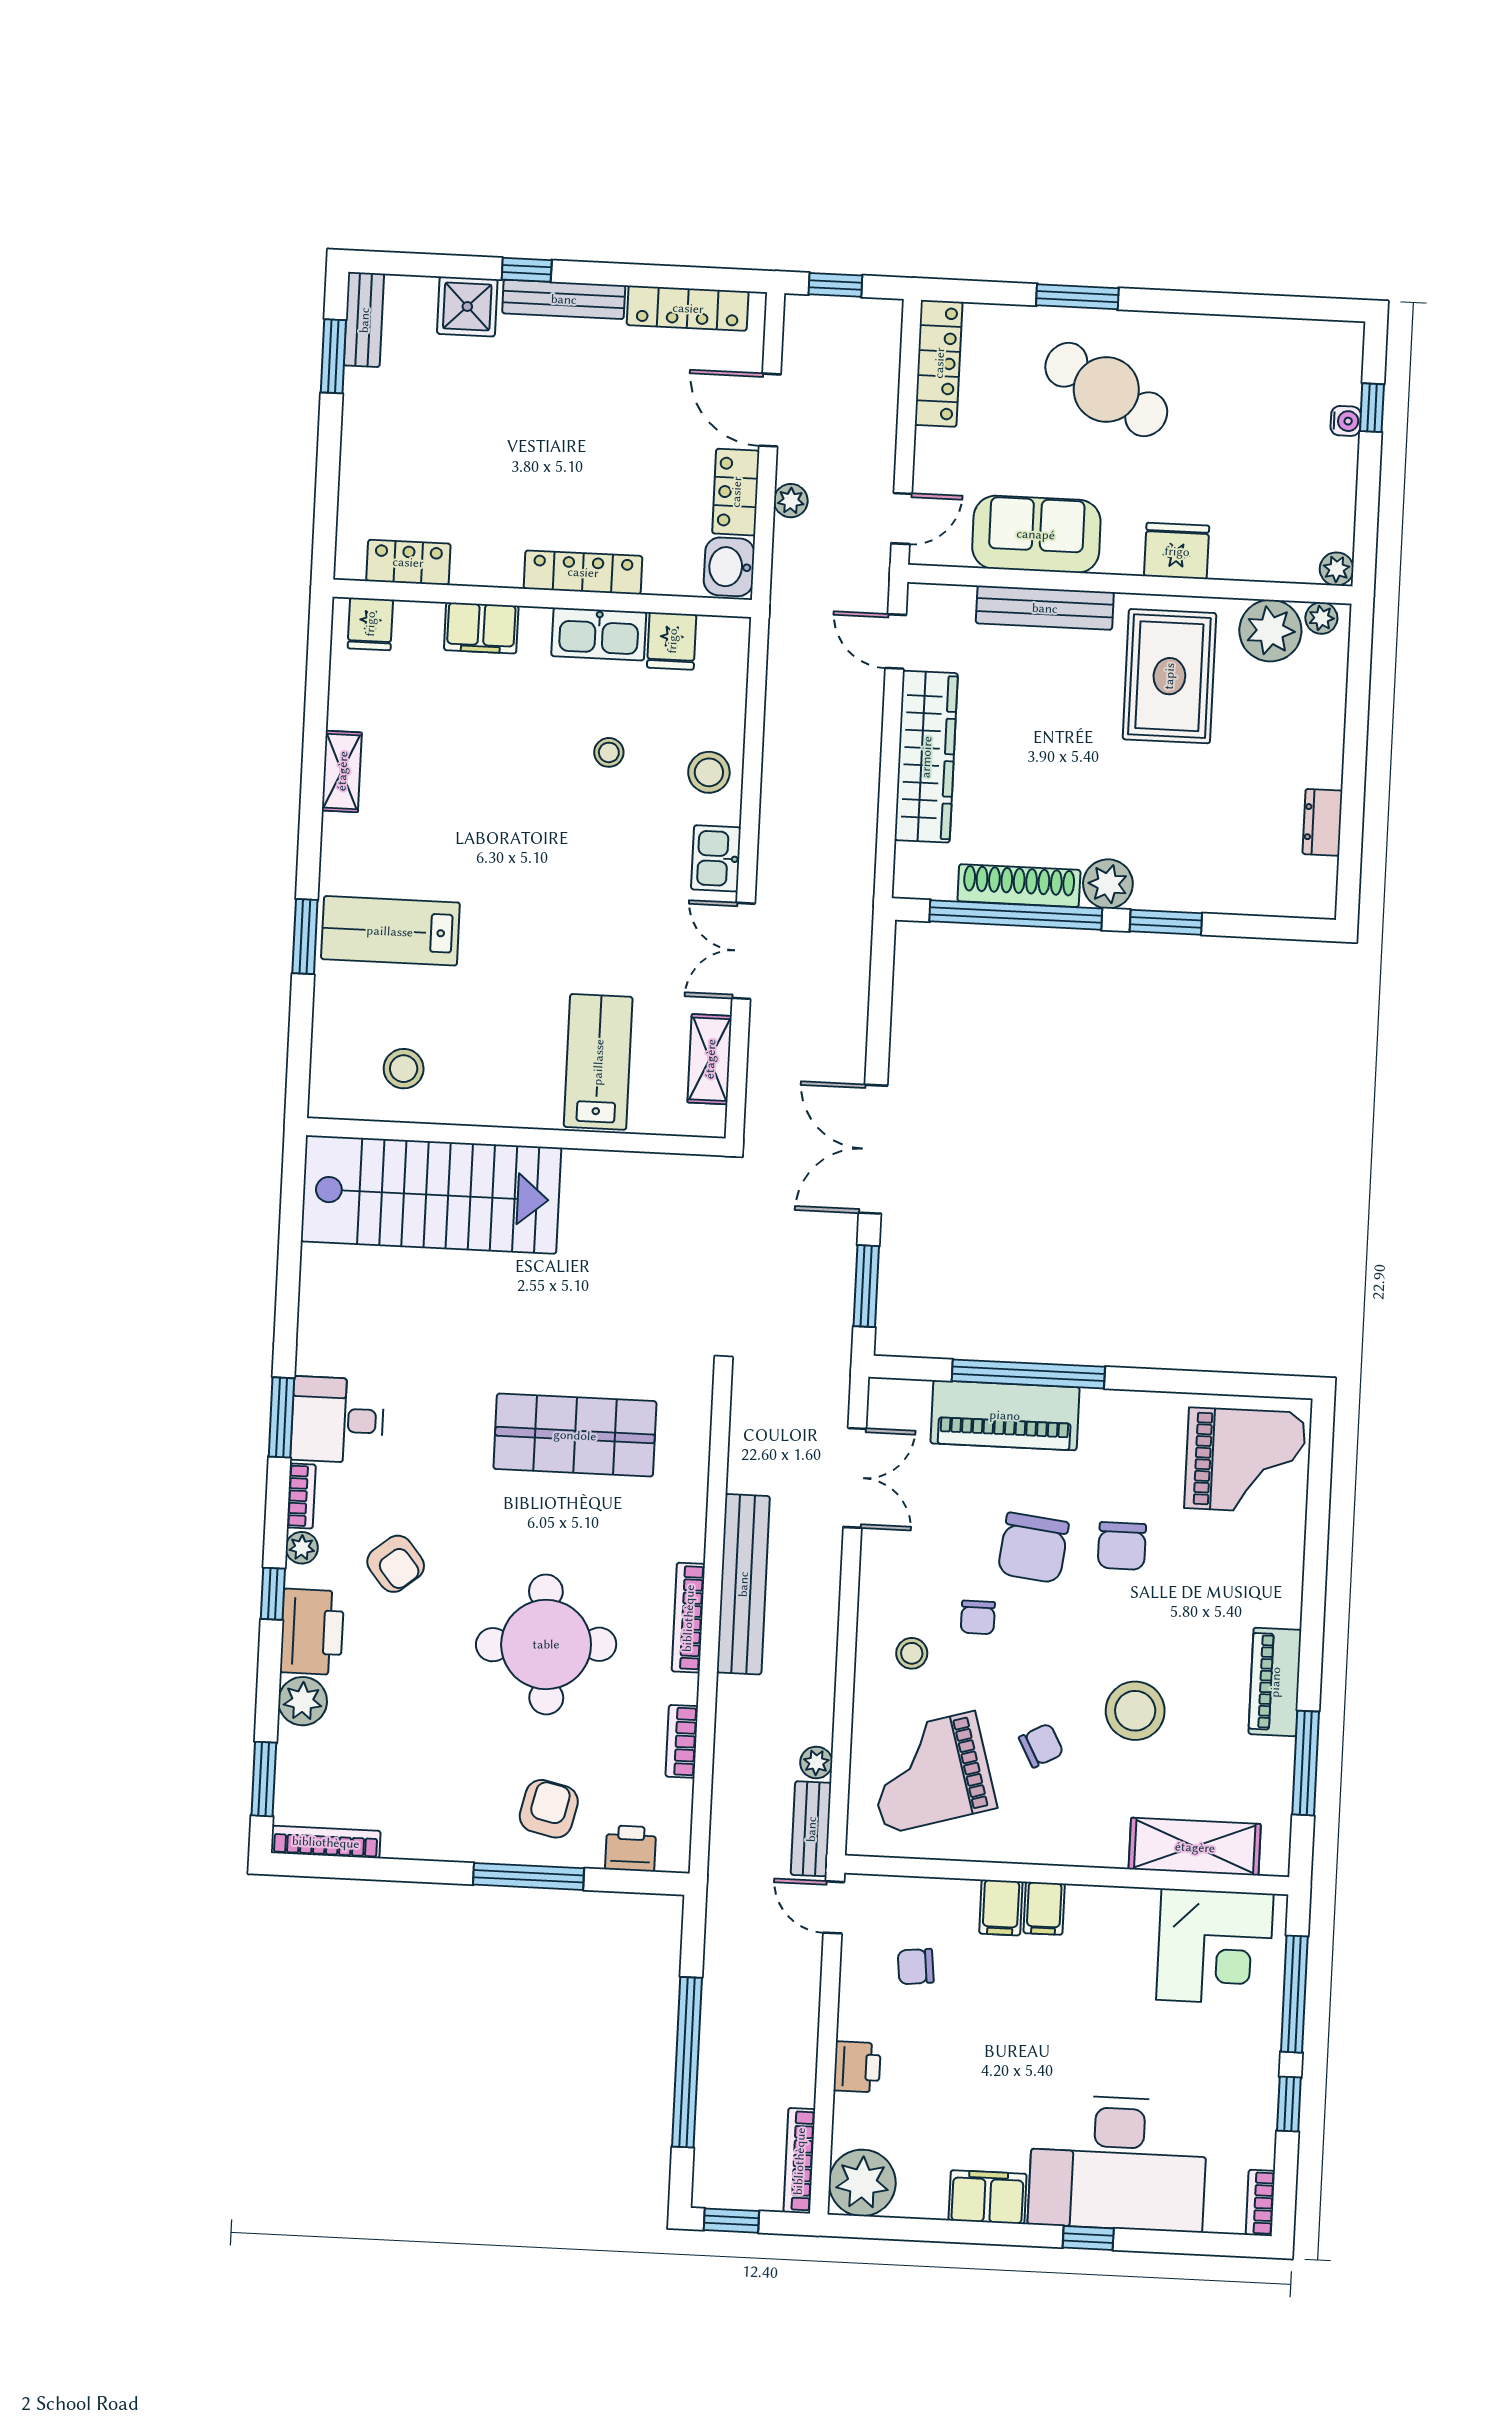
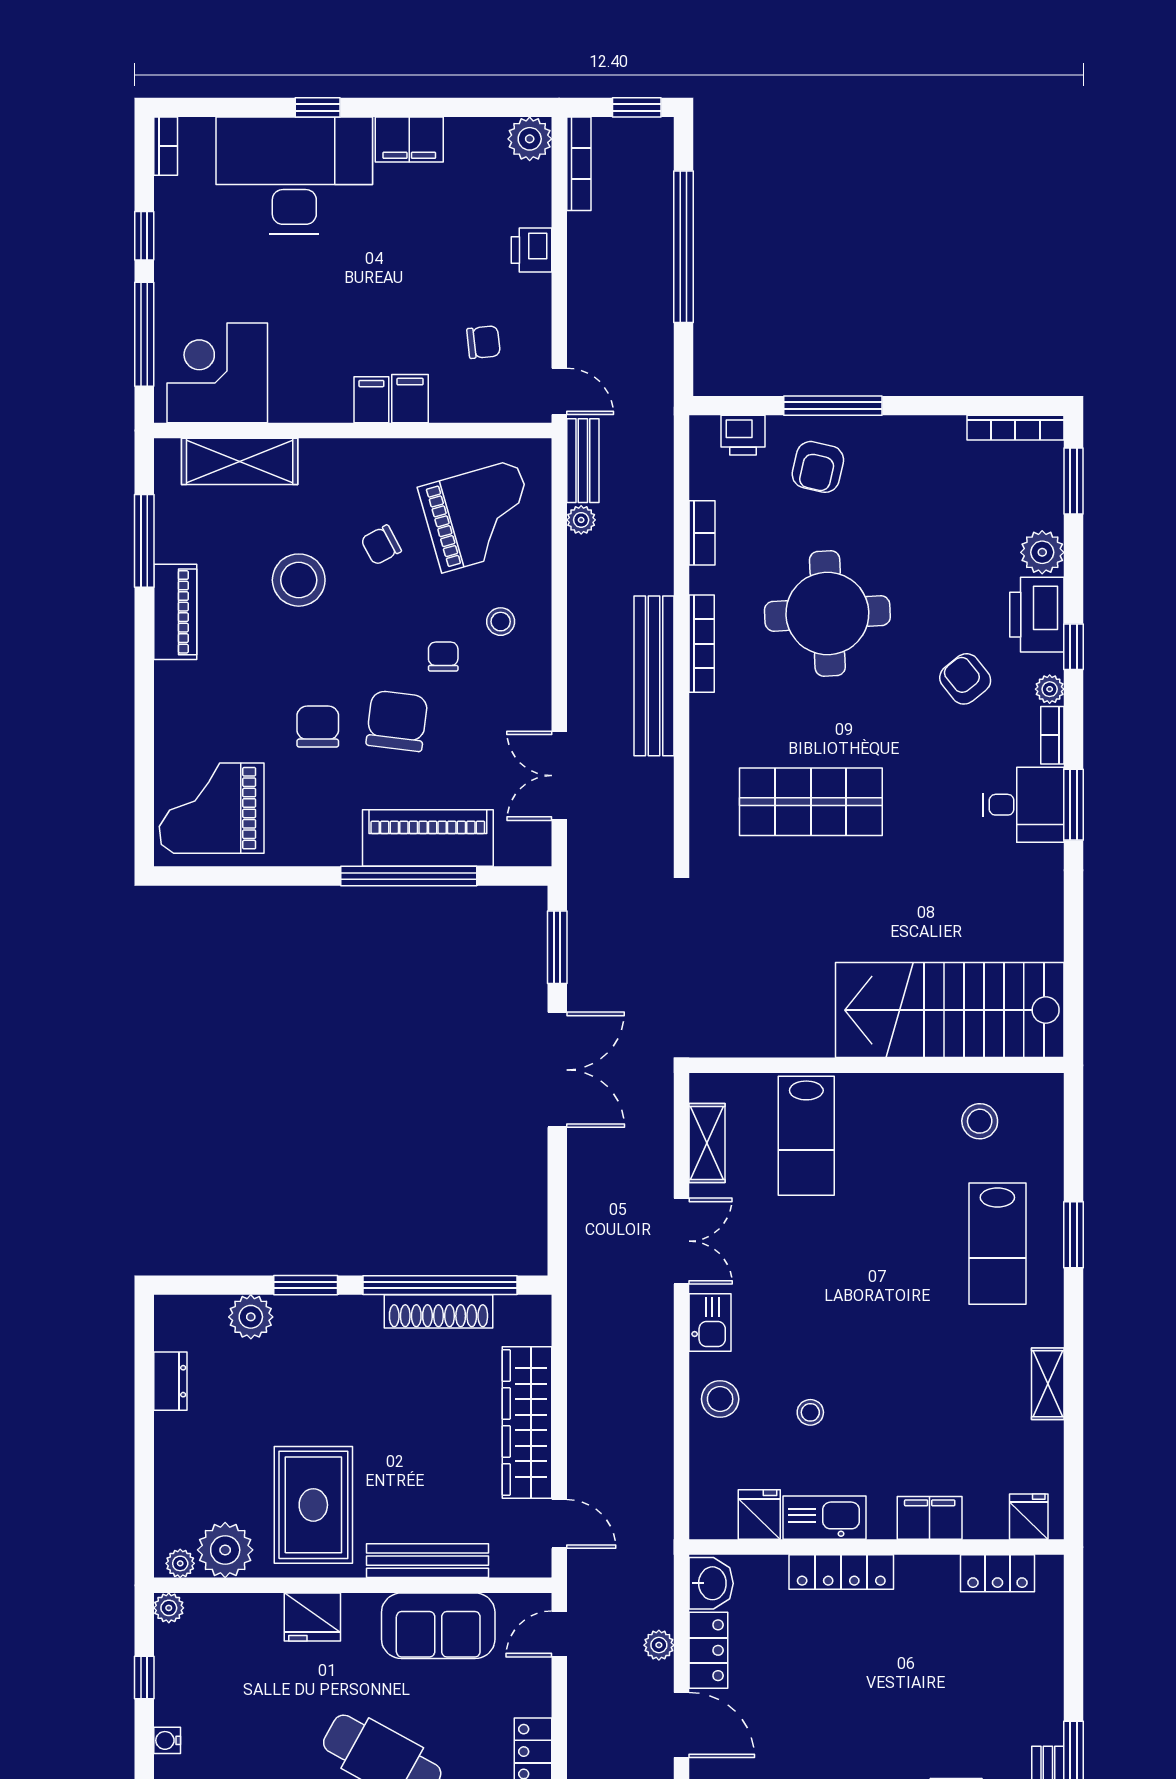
window: (1372, 408) -> (144, 1678), moved
plant: (1108, 884) -> (251, 1317), moved
lab bench: (390, 931) -> (997, 1244), turned 90
plant: (862, 2183) -> (530, 139), width x0.73, depth x0.73

